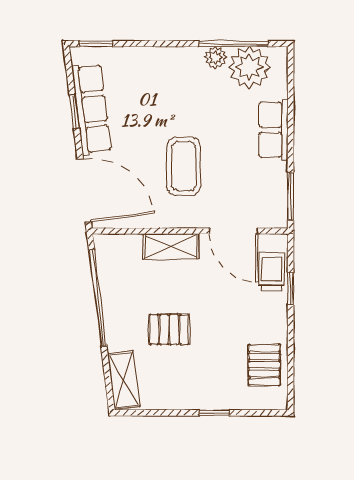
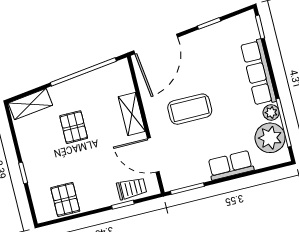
row of seats: (92, 109) -> (258, 72), moved, turned 97
door: (234, 231) -> (153, 155), hinge flipped
pallet: (264, 365) -> (65, 199), turned 90

